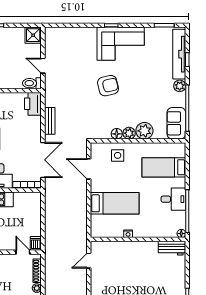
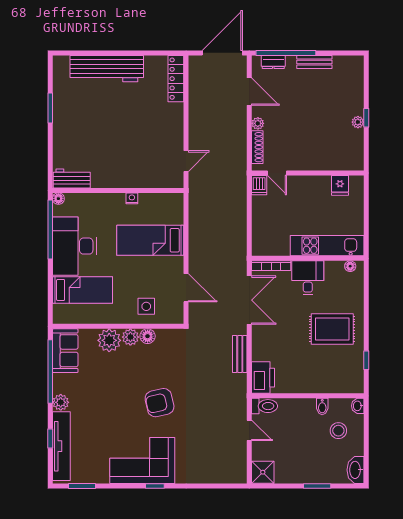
double door: (43, 160) -> (249, 300), swing flipped
desk: (173, 199) -> (74, 246), width x1.87, depth x1.30

